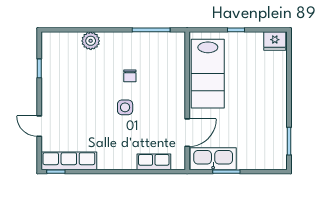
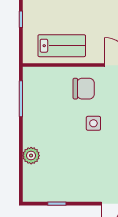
lab bench: (208, 74) -> (62, 46), width x0.73, depth x0.72
chair: (130, 76) -> (84, 89), moved, width x1.87, depth x1.87

